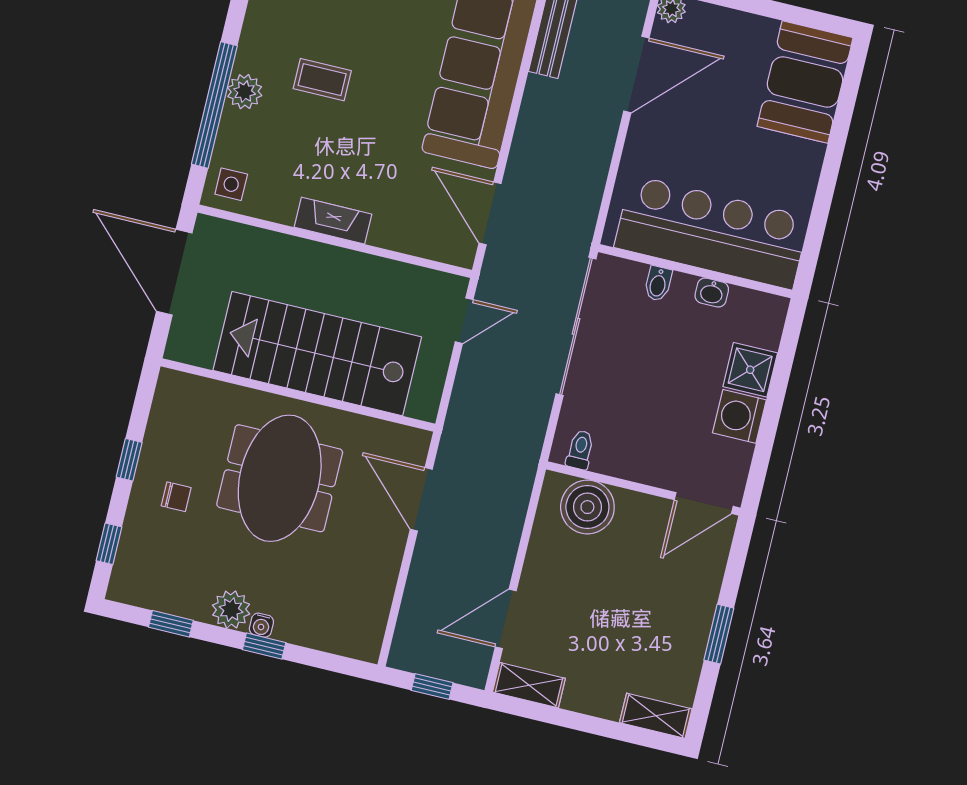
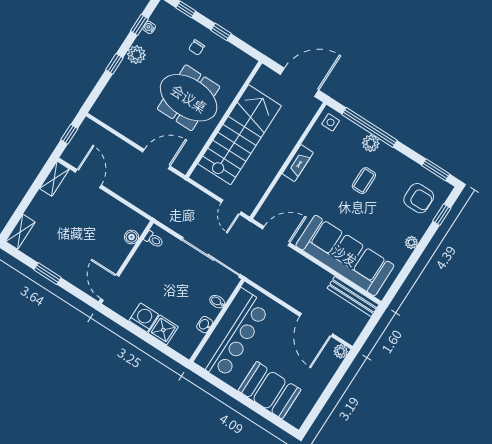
booth: (805, 82) -> (269, 390), moved
boiler: (587, 507) -> (132, 237), width x0.54, depth x0.54
water cooler: (261, 625) -> (149, 27), moved

